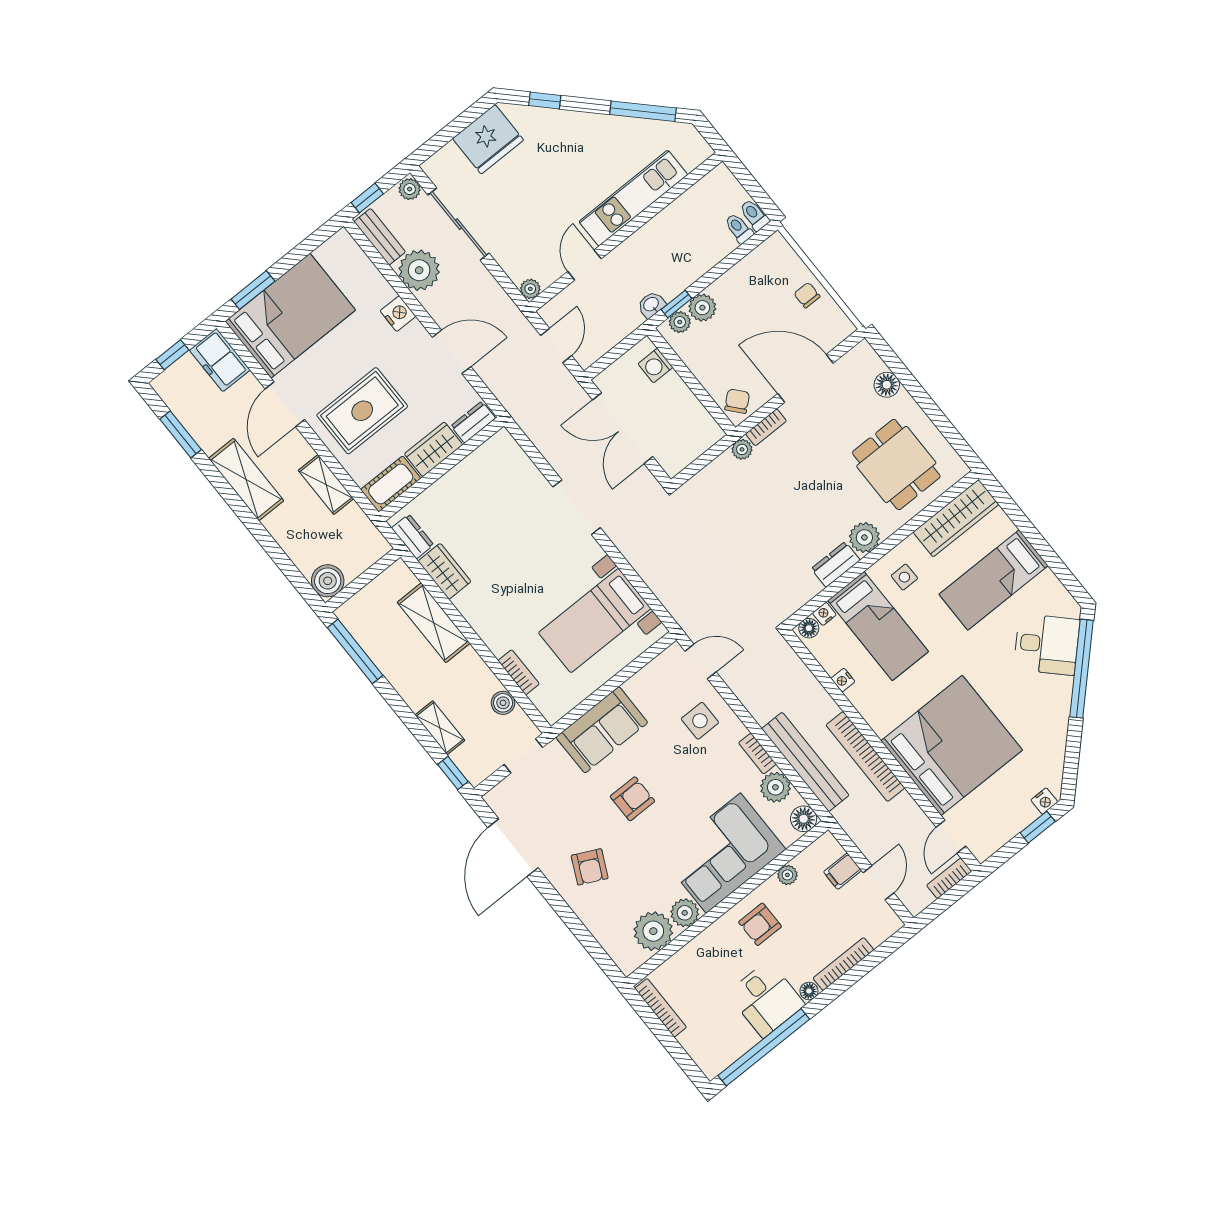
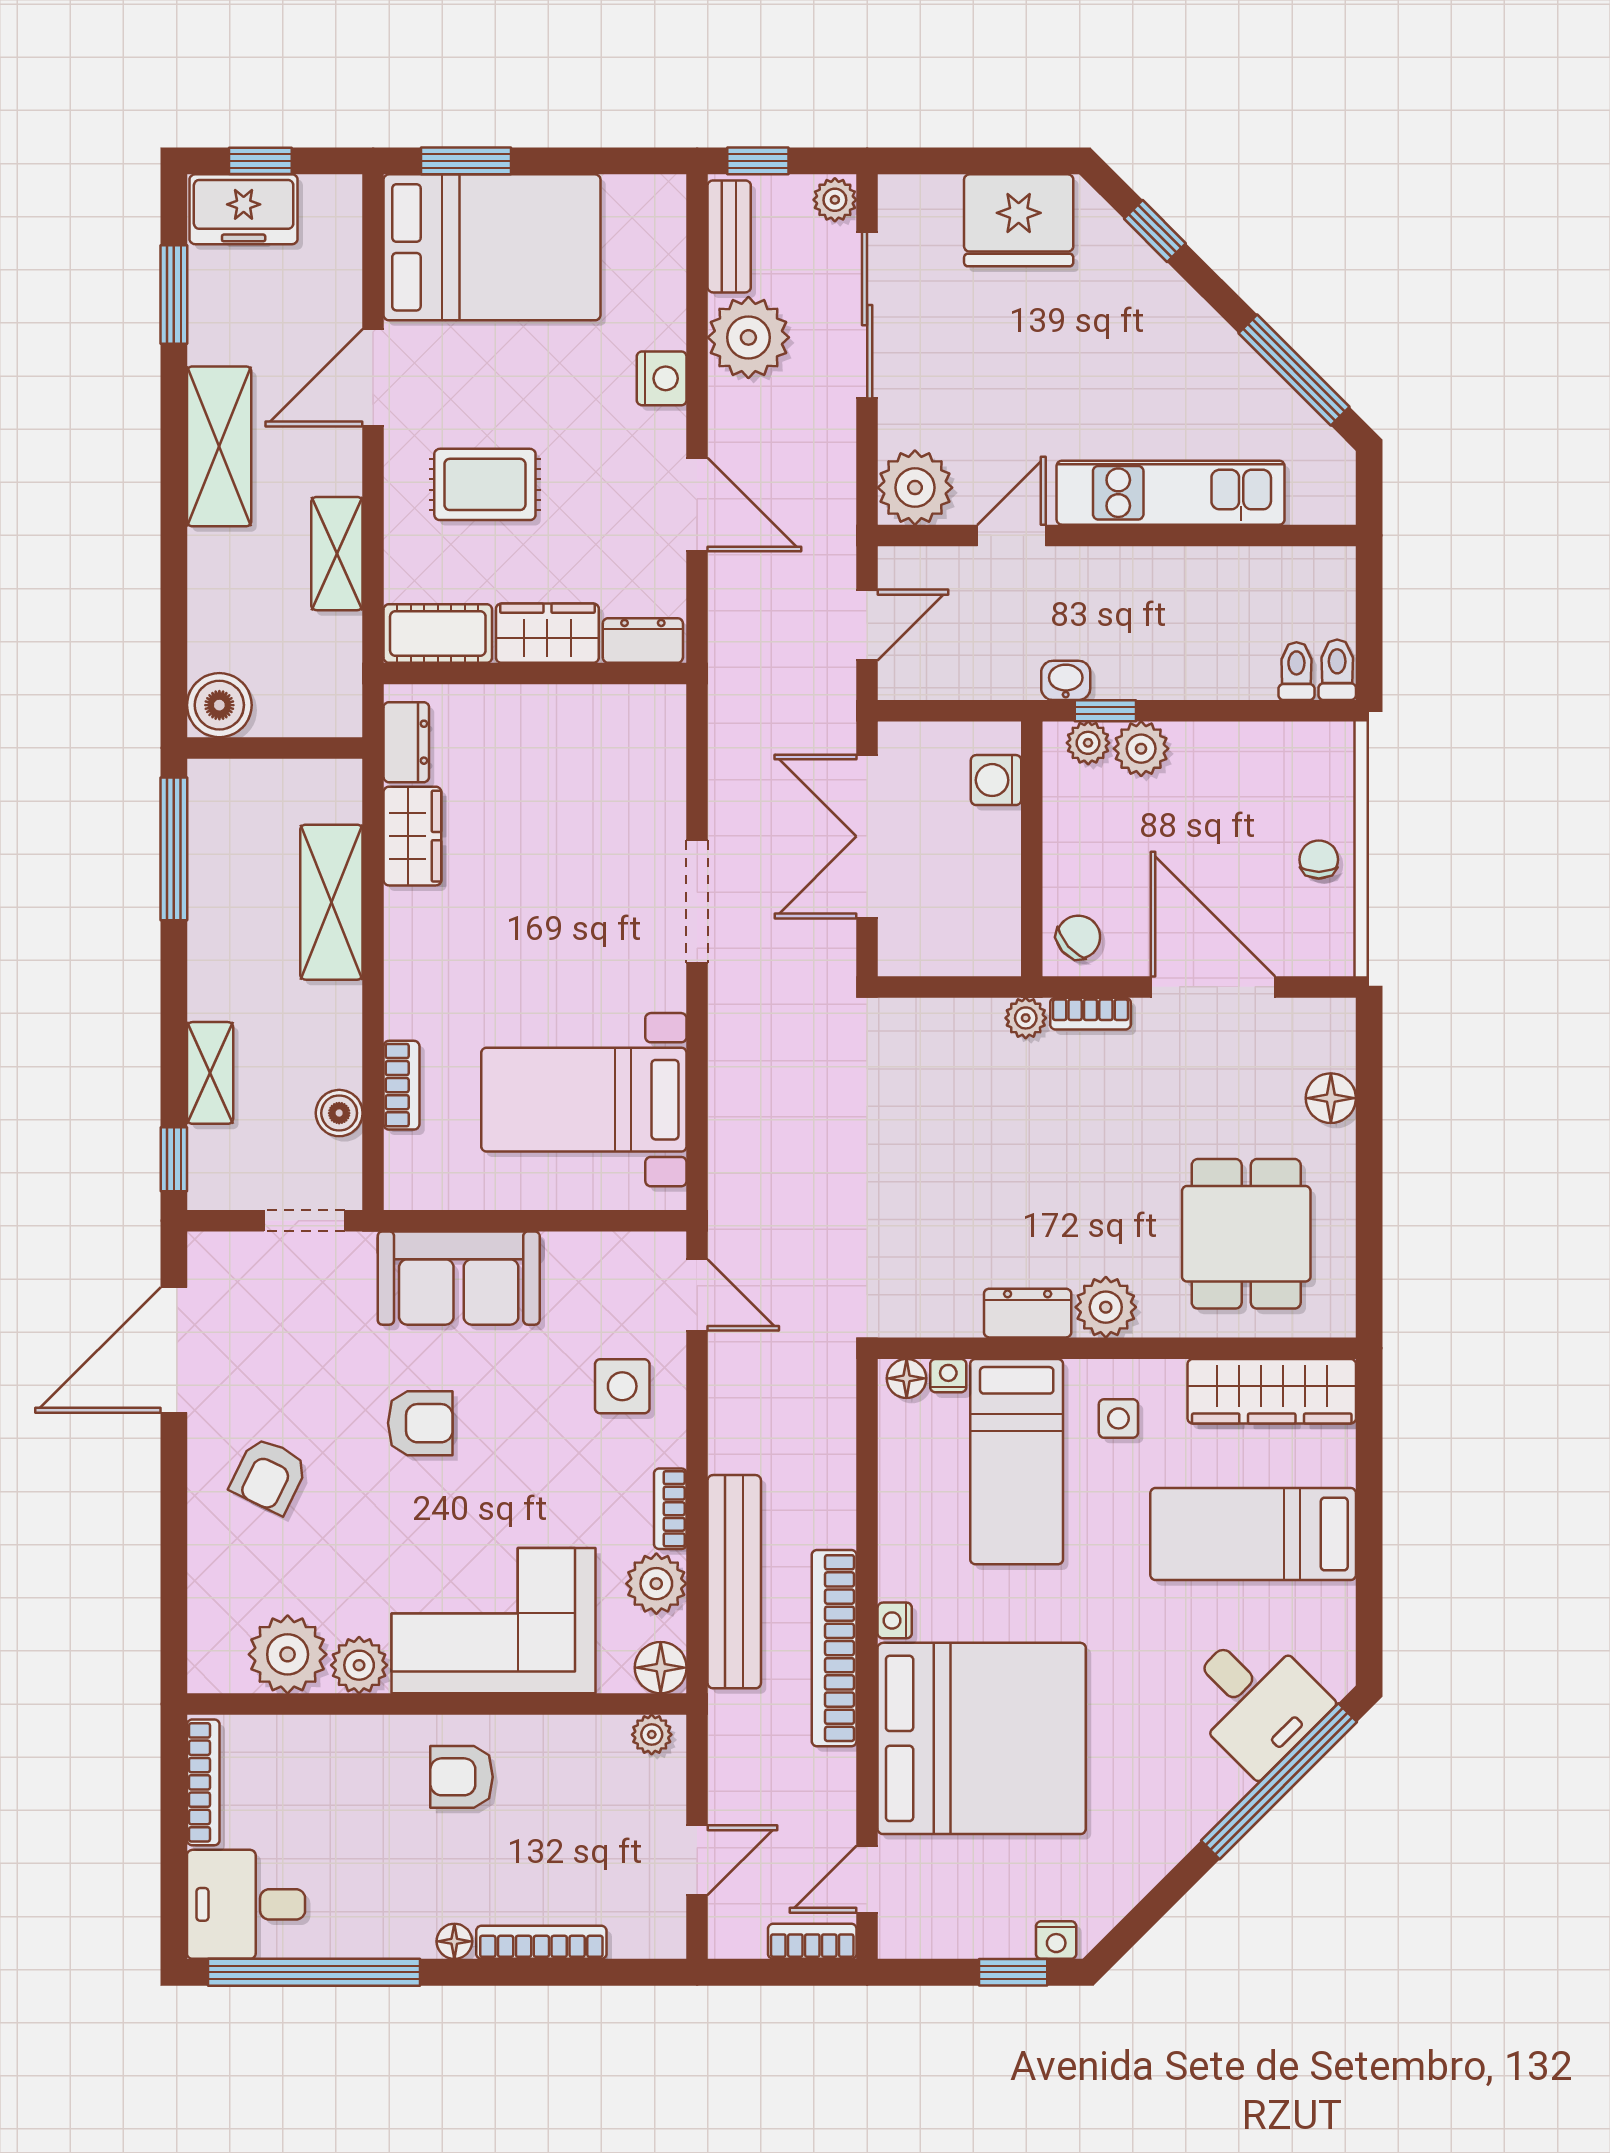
plant: (530, 289) -> (915, 488), width x1.87, depth x1.87
freezer: (220, 360) -> (244, 209), moved, turned -90
rug: (362, 411) -> (485, 484), width x0.73, depth x0.70
nightstand: (843, 680) -> (895, 1620), moved
filing cabinet: (842, 871) -> (656, 1797), removed
plant: (787, 875) -> (652, 1735), moved
desk: (766, 999) -> (246, 1904), moved, turned 90

